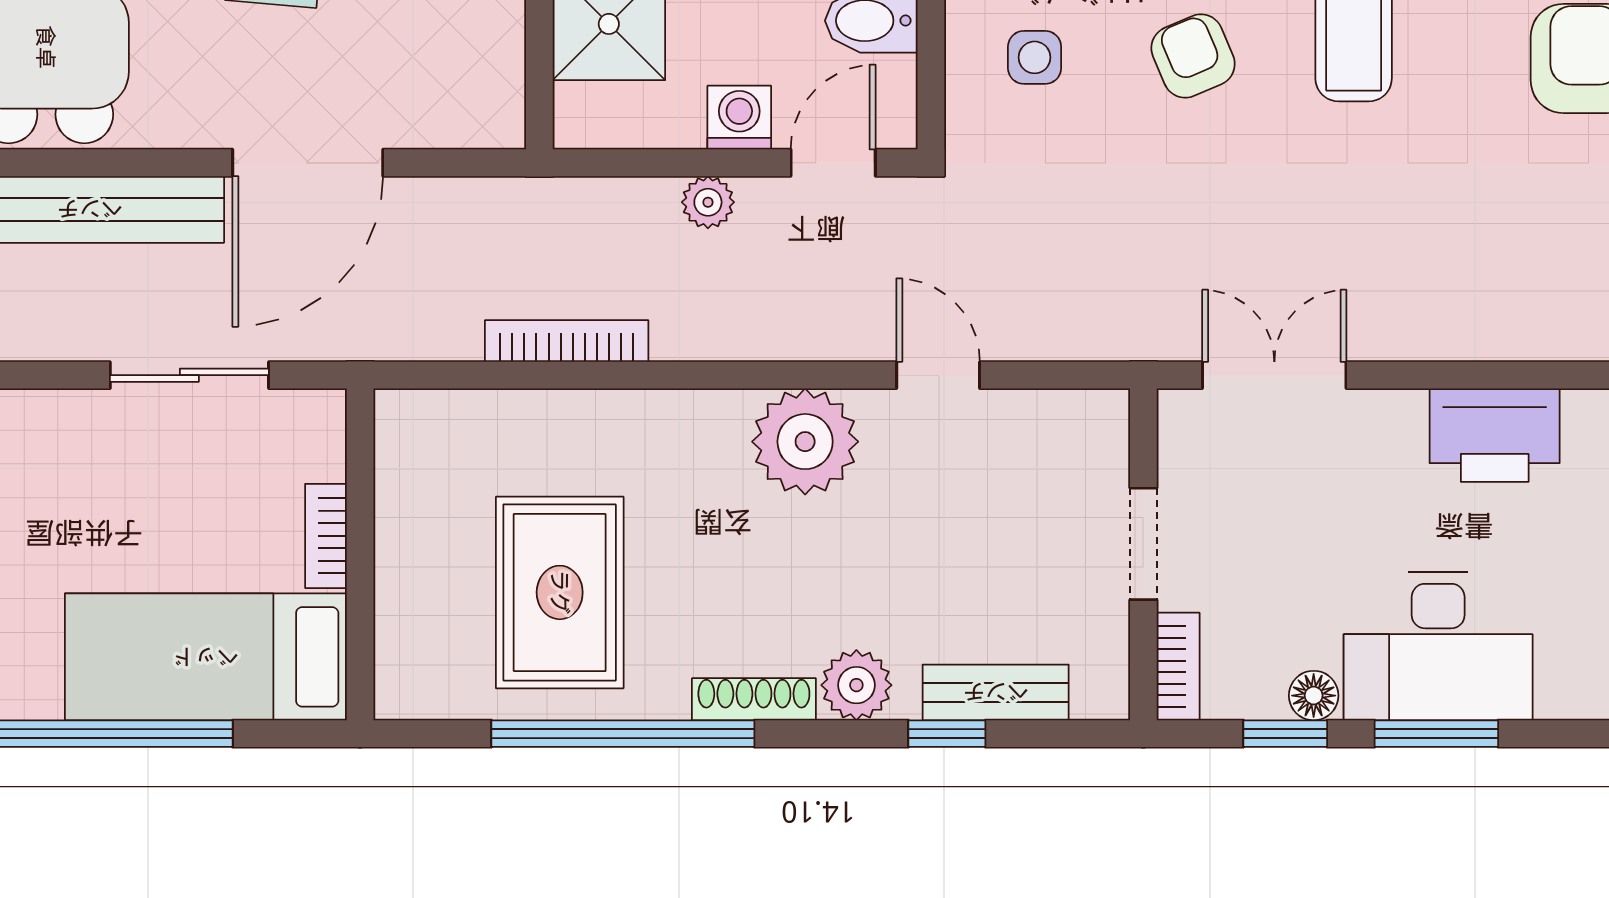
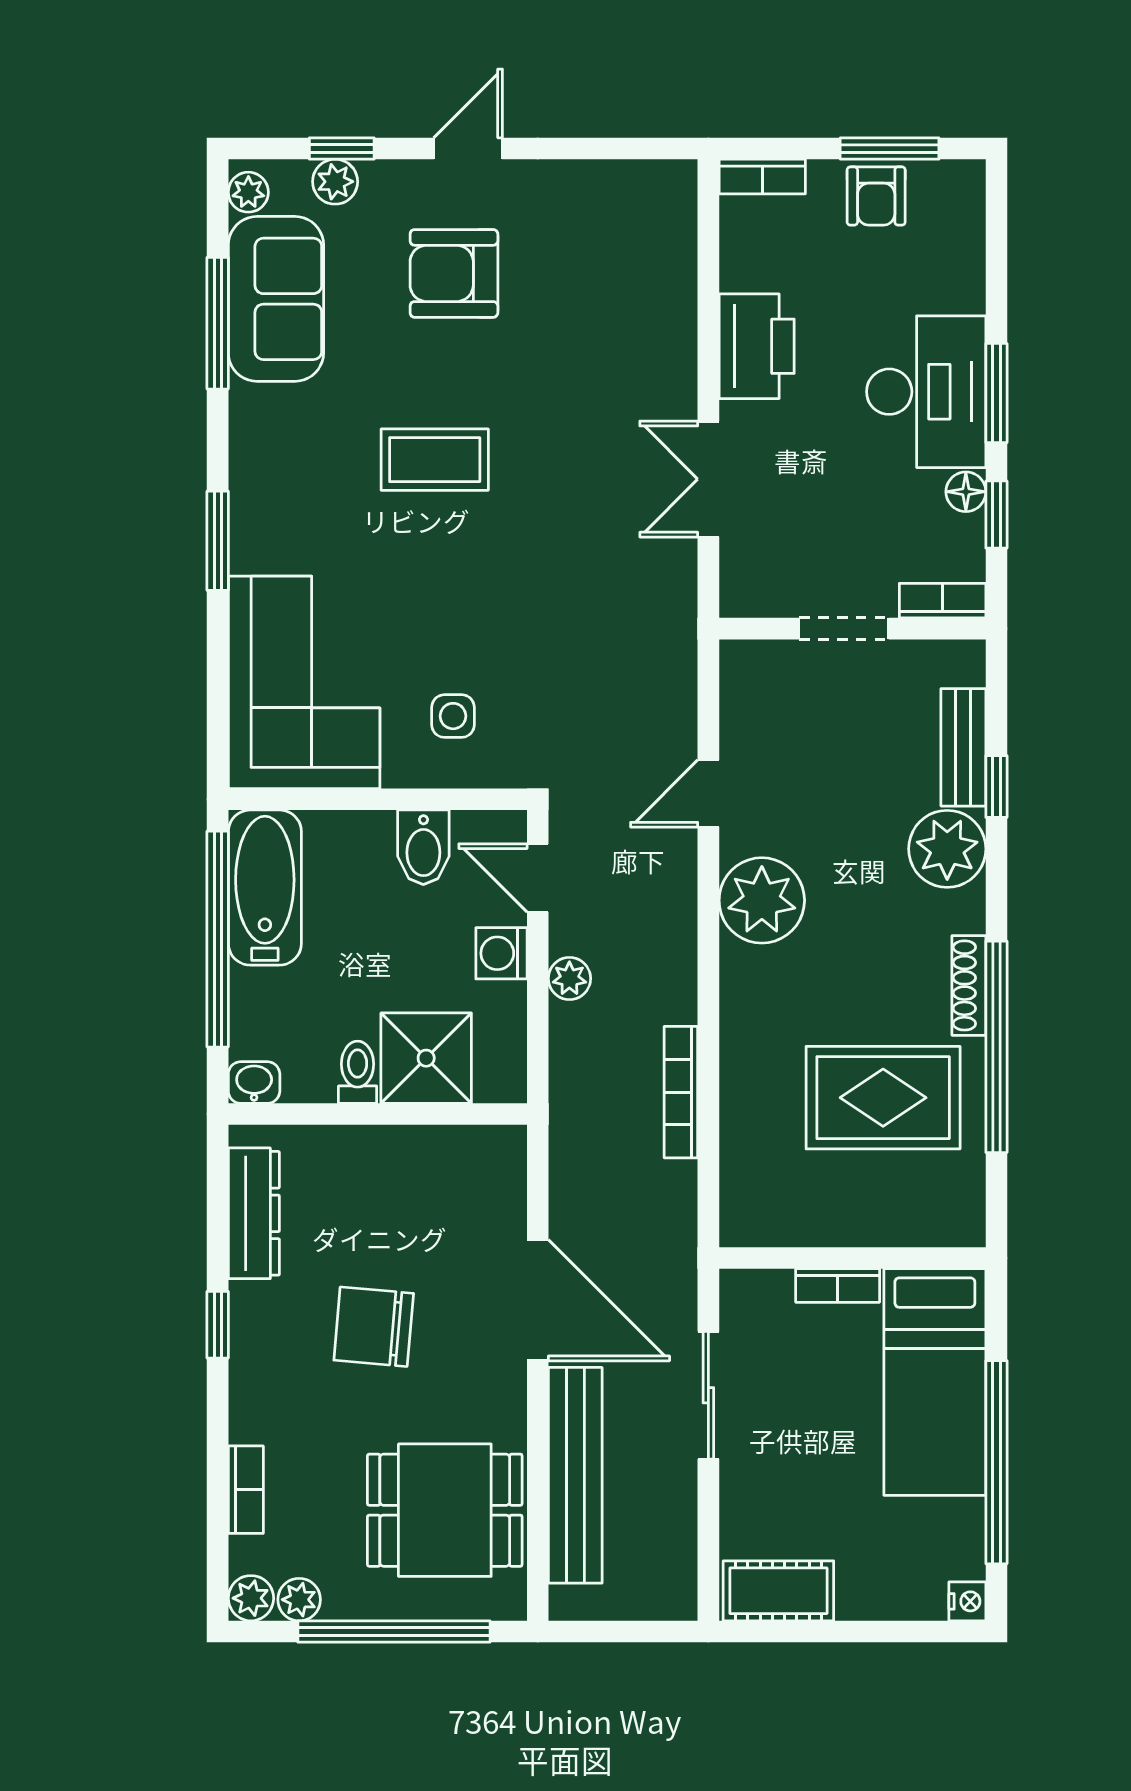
armchair: (1193, 56) -> (452, 589), removed
double door: (1274, 375) -> (708, 479), moved
plant: (856, 685) -> (947, 849), width x1.36, depth x1.36
shoe rack: (754, 699) -> (969, 985), moved

